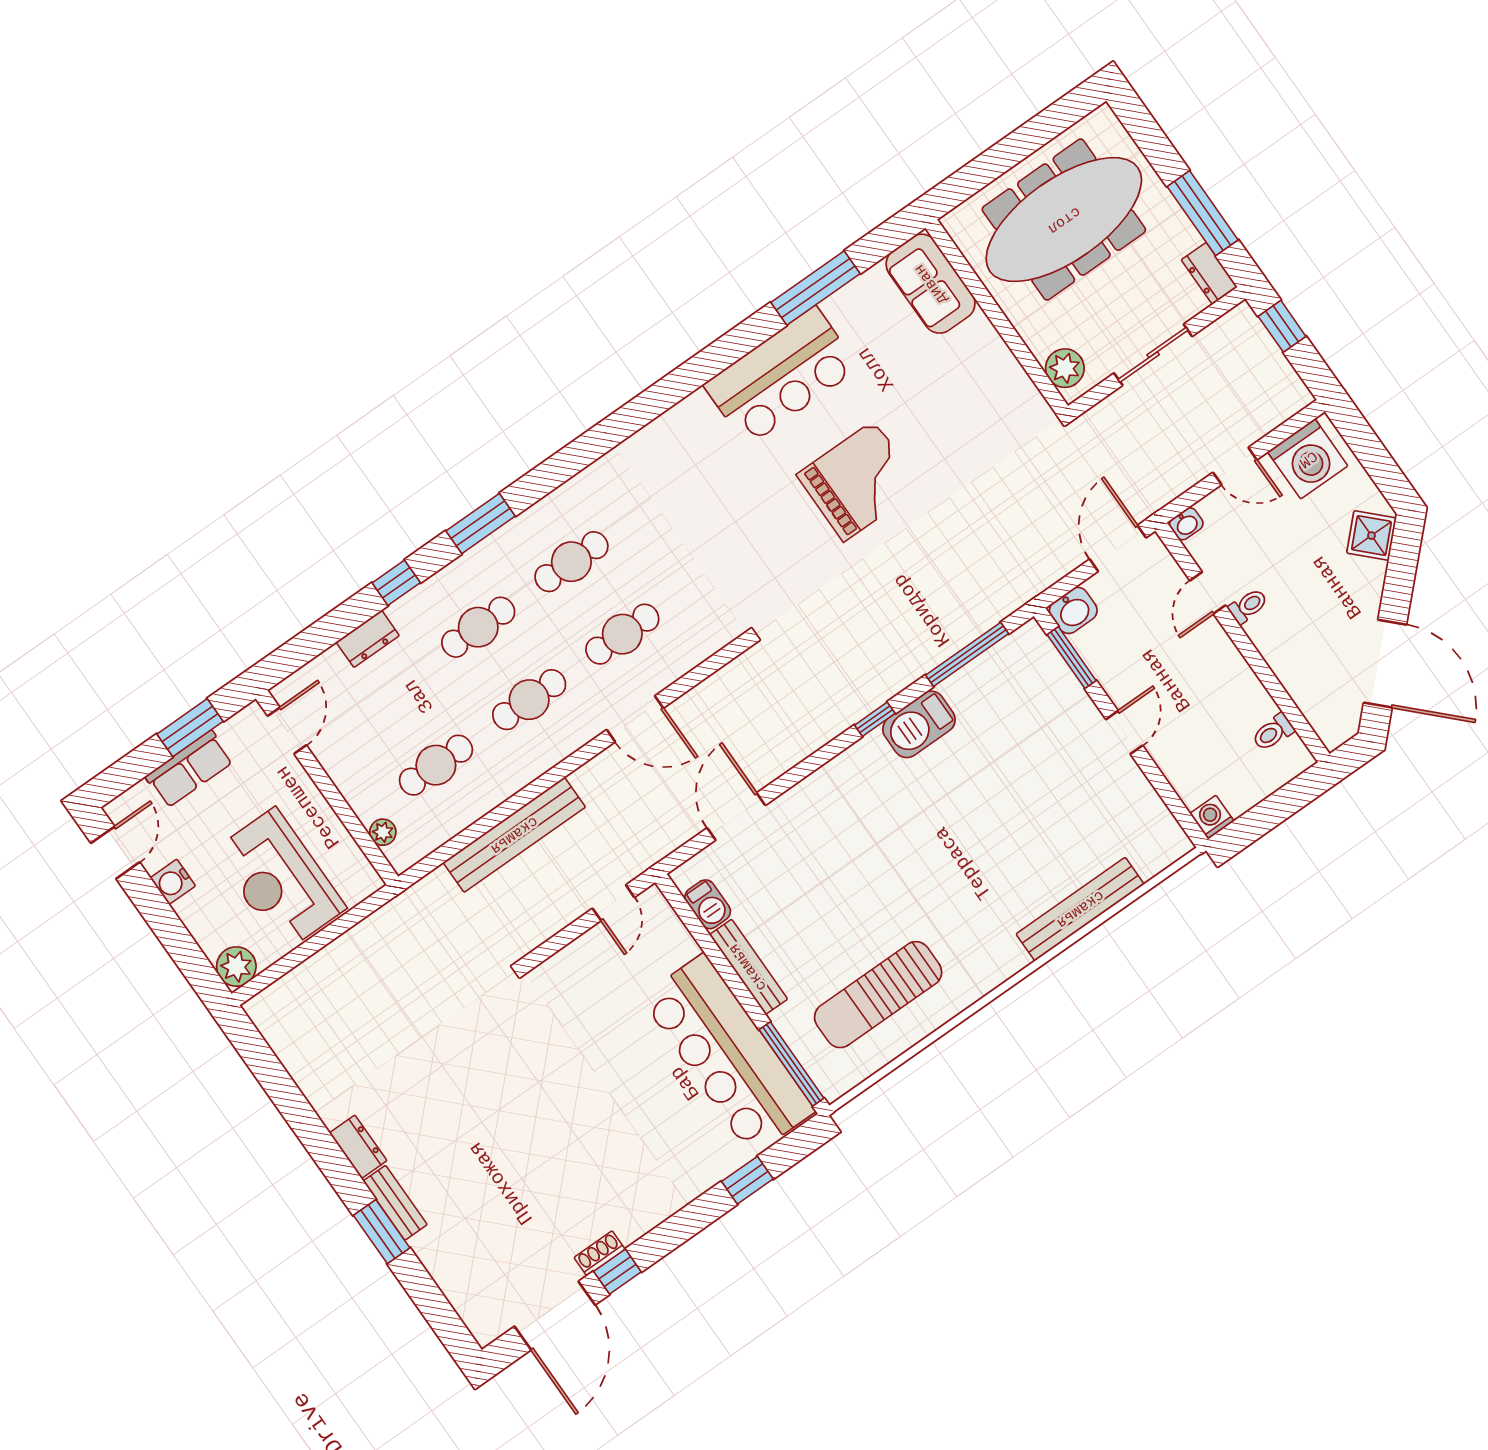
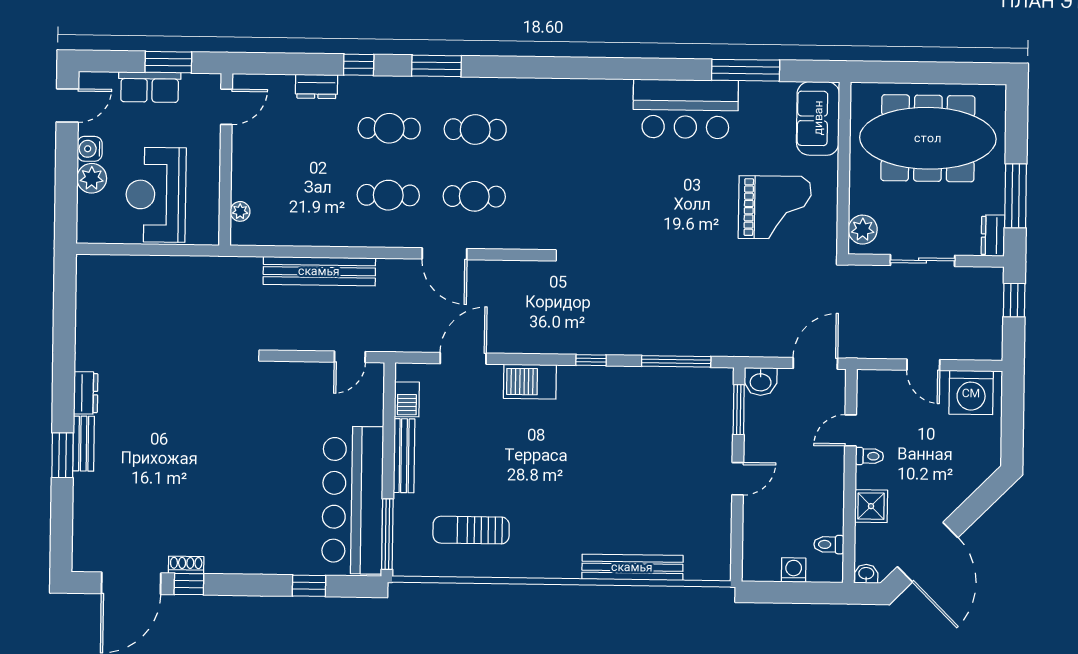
grand piano: (859, 481) -> (775, 207), moved
washbasin: (1186, 524) -> (866, 574), moved, turned 180
shower: (1371, 536) -> (871, 506), moved, turned 45
barbecue: (919, 724) -> (530, 382), moved
cafe table: (436, 765) -> (302, 194), removed
washing machine: (1212, 817) -> (794, 570), moved
plant: (236, 967) -> (92, 178), moved
sun lounger: (878, 995) -> (471, 530), width x0.73, depth x0.75

